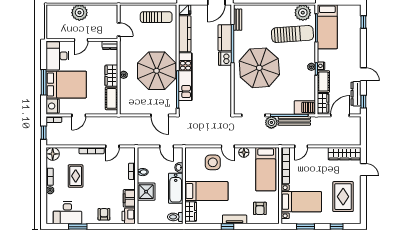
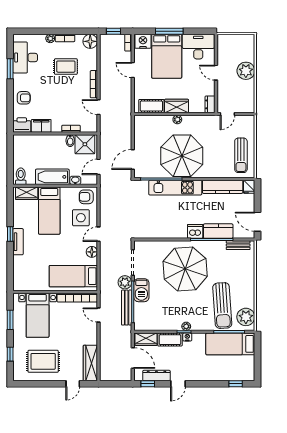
barbecue: (305, 107) -> (141, 290), moved
shower: (146, 192) -> (85, 144), moved
armchair: (260, 208) -> (86, 197), moved

